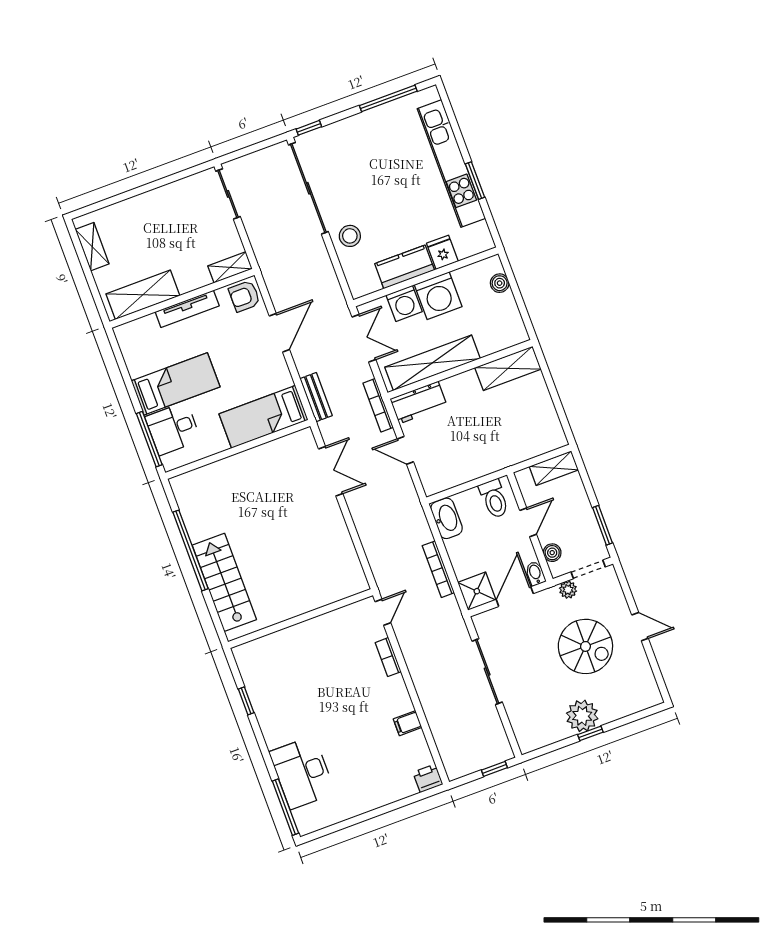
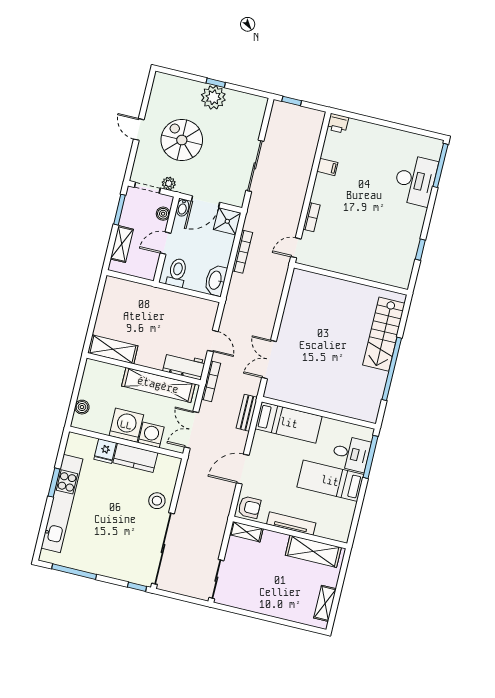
shelving: (554, 468) -> (122, 244), moved, turned 90

